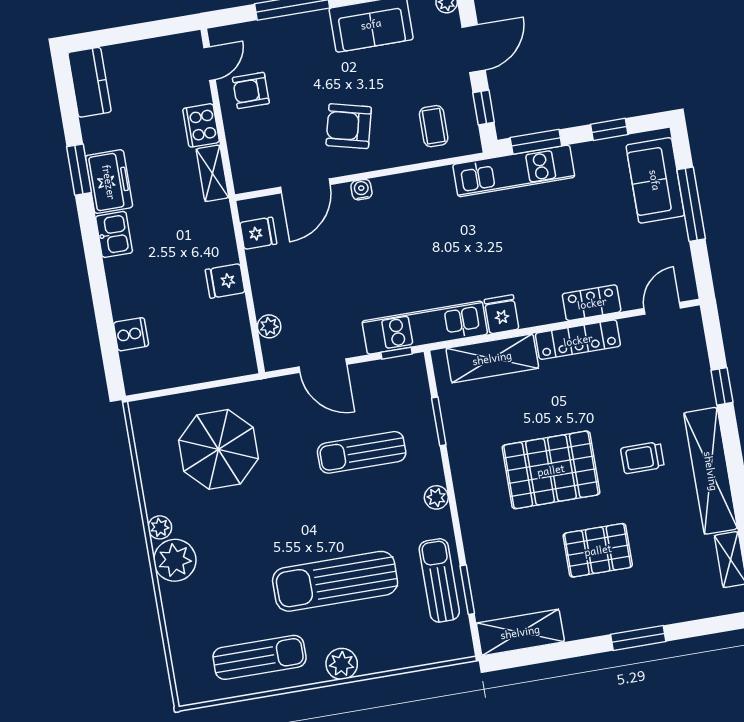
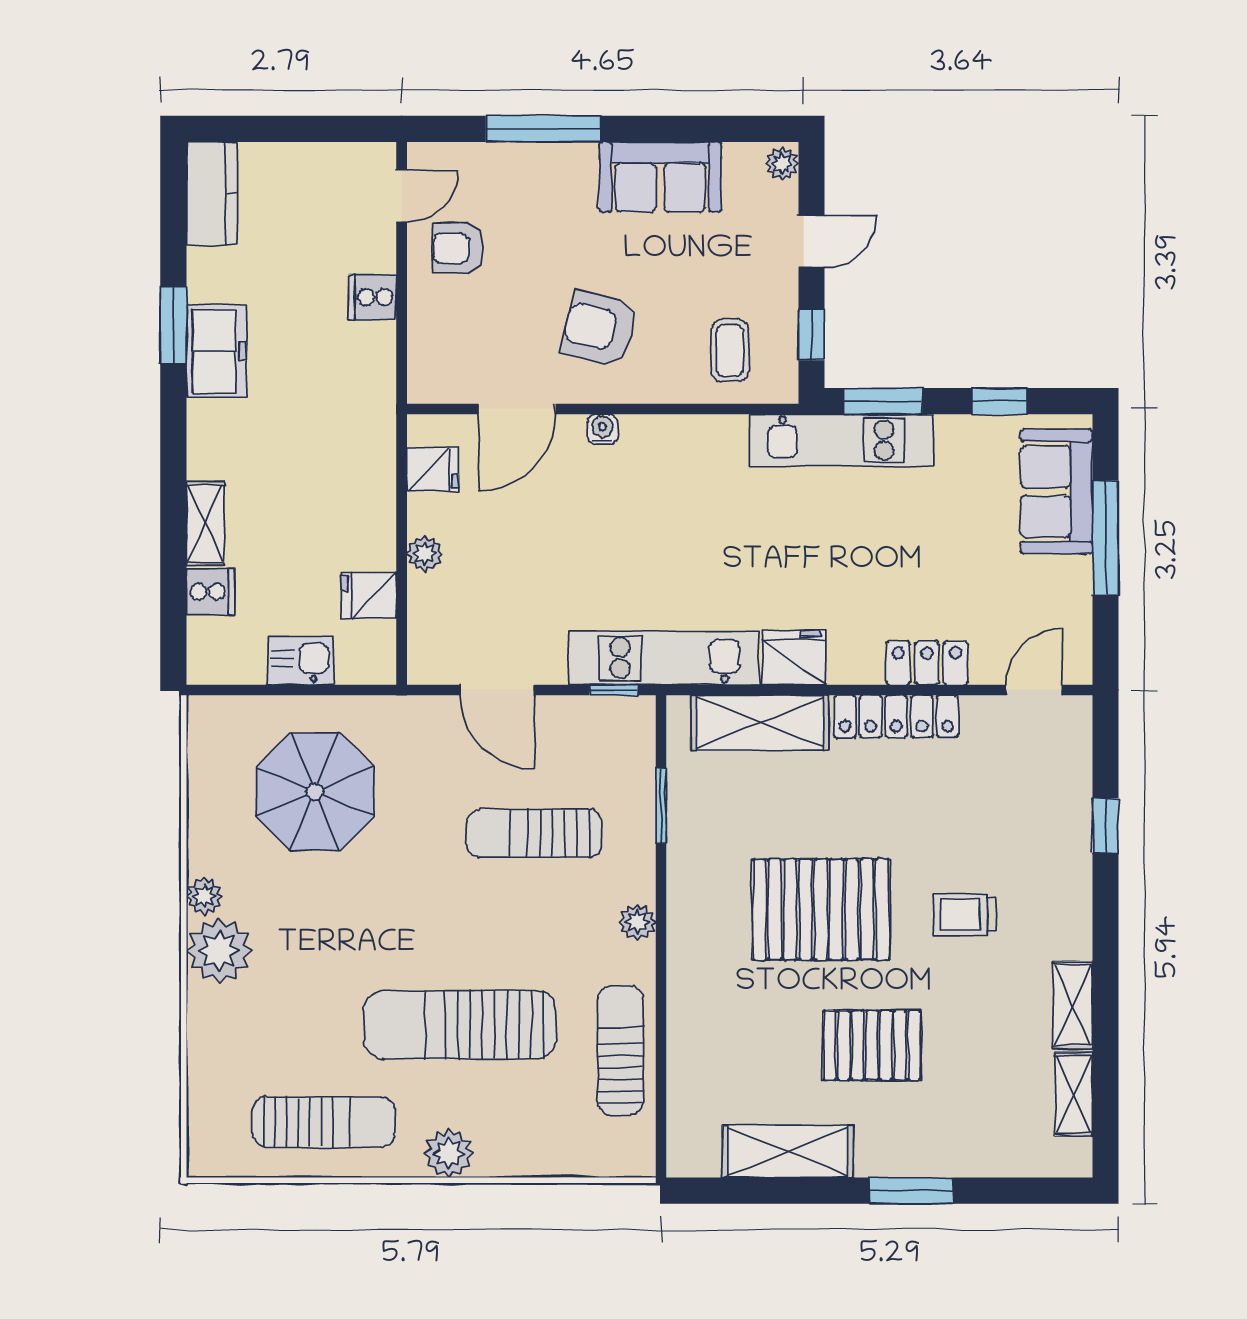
door: (474, 49) -> (811, 242), width x0.73
cooker: (201, 125) -> (372, 297), width x0.73
shelving: (212, 173) -> (205, 523), moved
kitchen sink: (114, 234) -> (300, 661), moved, turned -90
fridge: (225, 281) -> (369, 595), moved
fridge: (502, 314) -> (794, 657), width x1.38
plant: (269, 326) -> (425, 554), moved
shelving: (711, 471) -> (1073, 1005), width x0.45, depth x0.75
window: (467, 590) -> (661, 1072), removed
shelving: (520, 632) -> (788, 1151), moved

